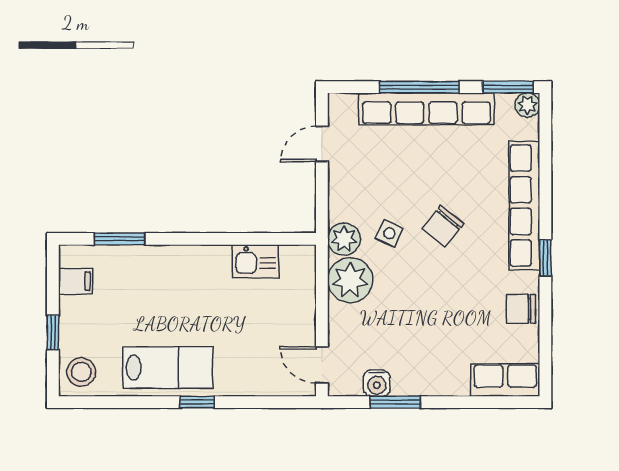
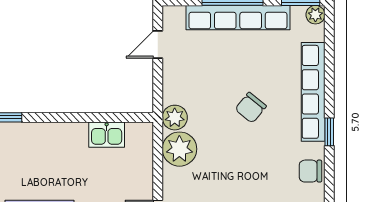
side table: (389, 233) -> (210, 113), removed

